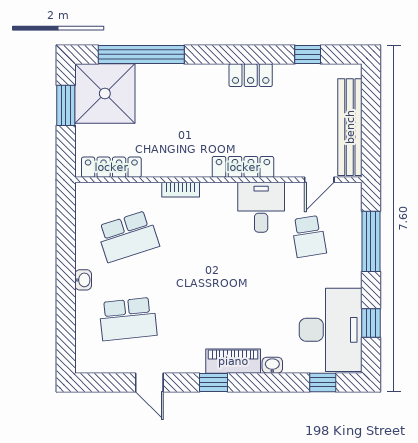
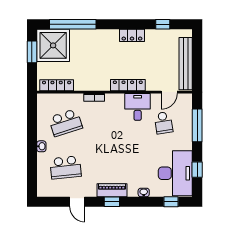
piano: (233, 361) -> (112, 190), moved

